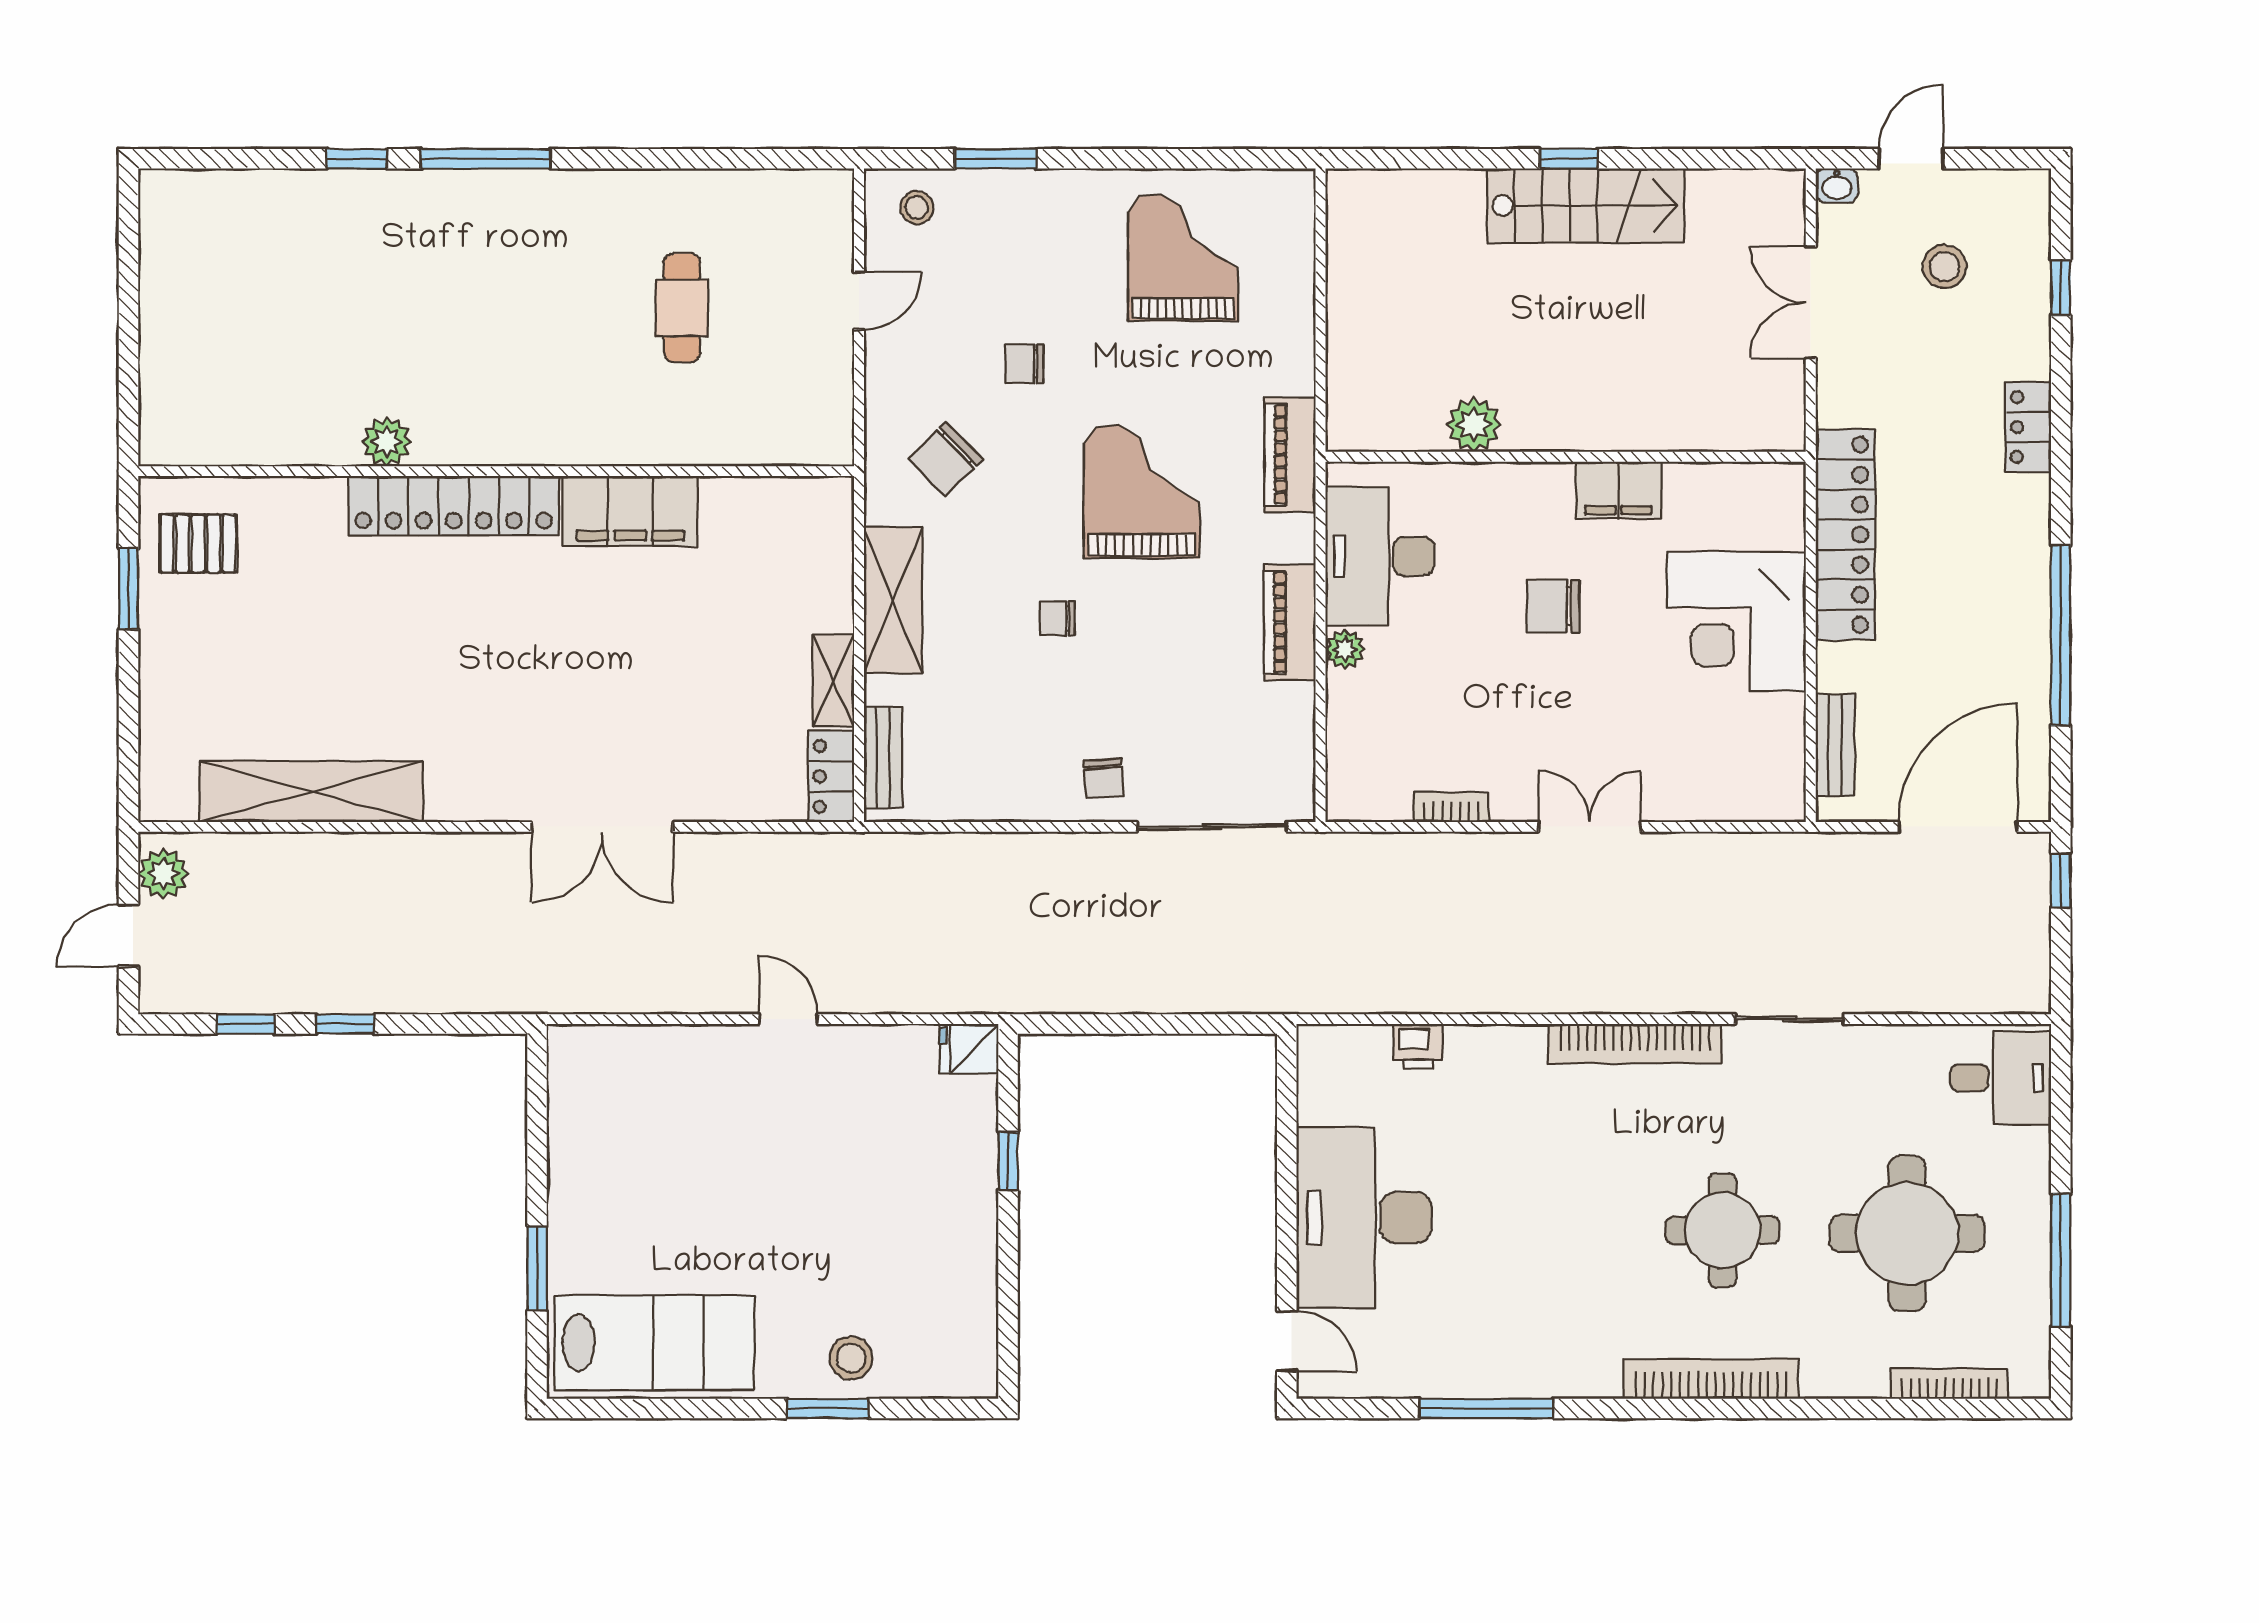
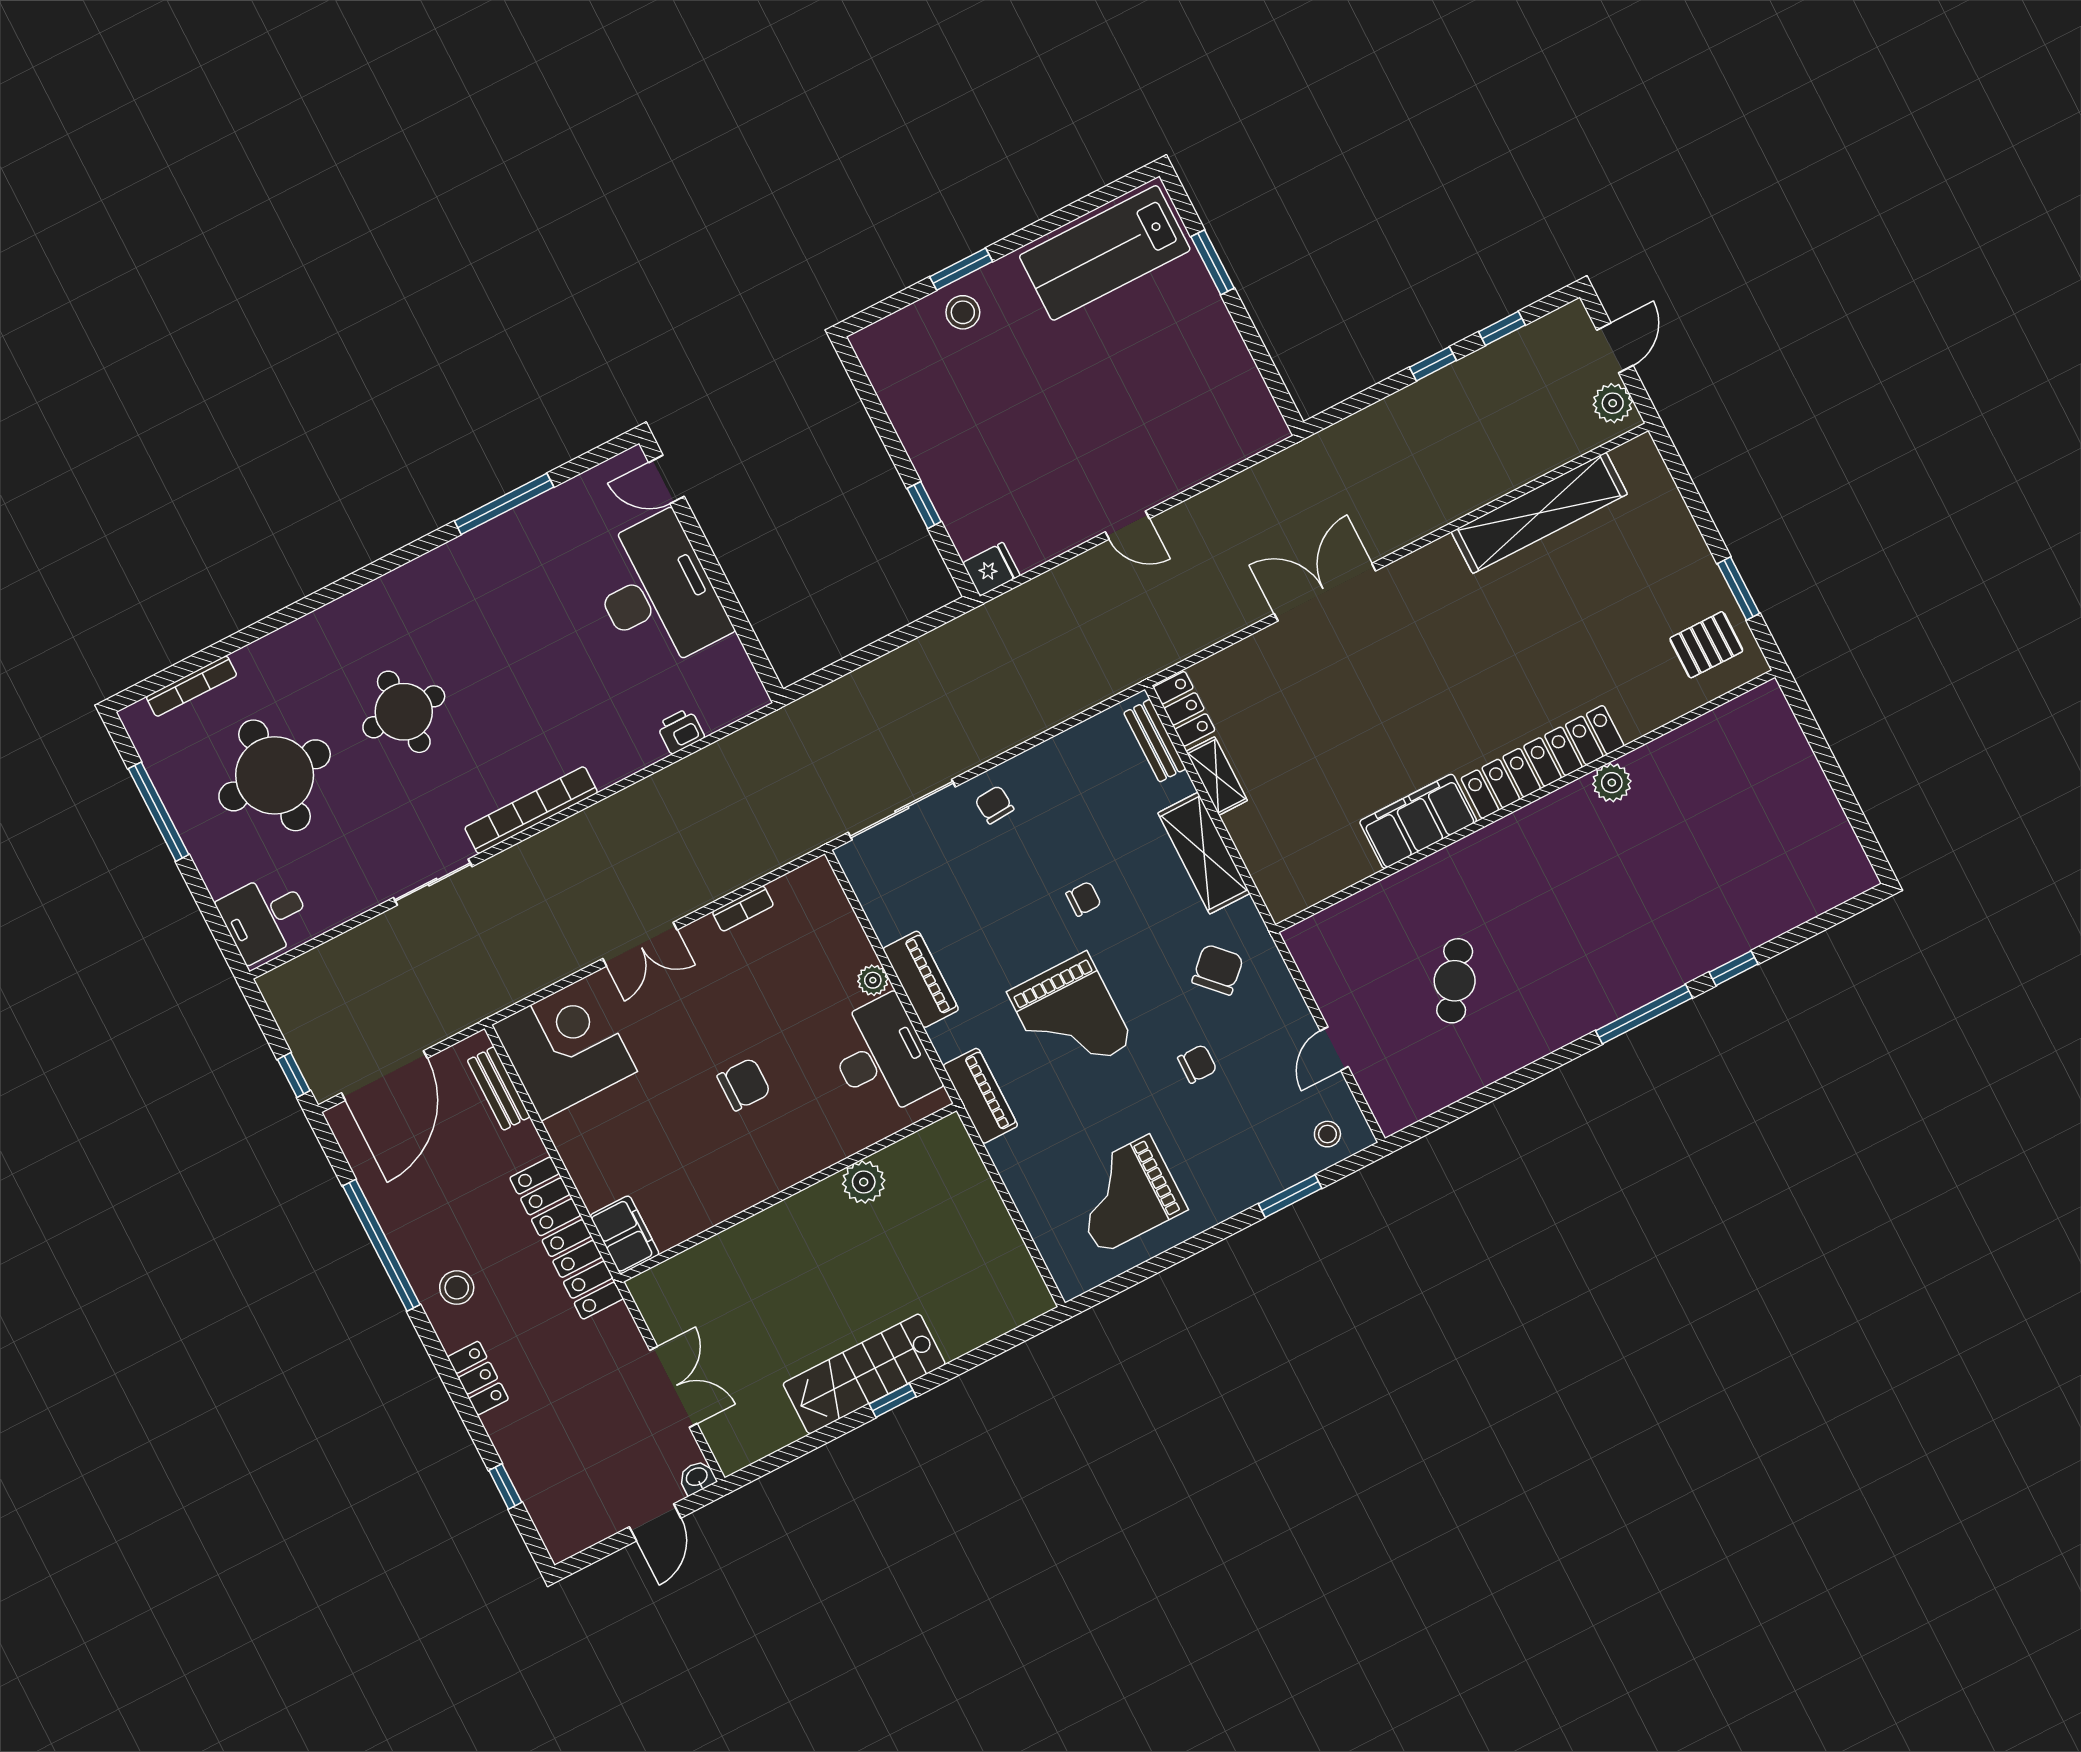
grand piano: (1183, 258) -> (1125, 1194), turned 90
stool: (1944, 267) -> (457, 1288), moved
cafe table: (682, 308) -> (1455, 981), turned 34
filing cabinet: (1618, 490) -> (625, 1235), moved, turned 90
corner desk: (1736, 622) -> (565, 1048), moved
bookcase: (1711, 1379) -> (359, 604), removed

